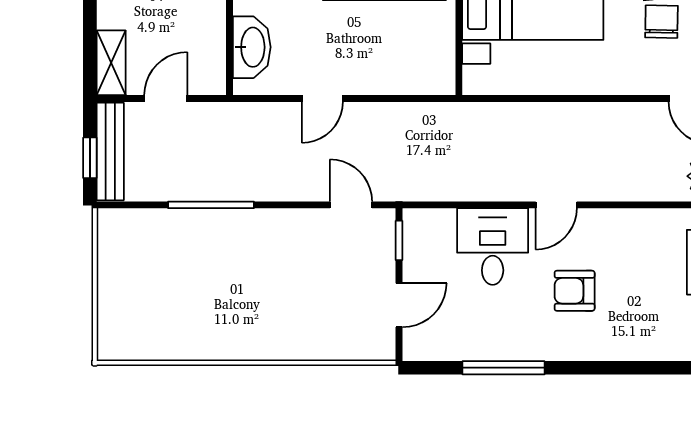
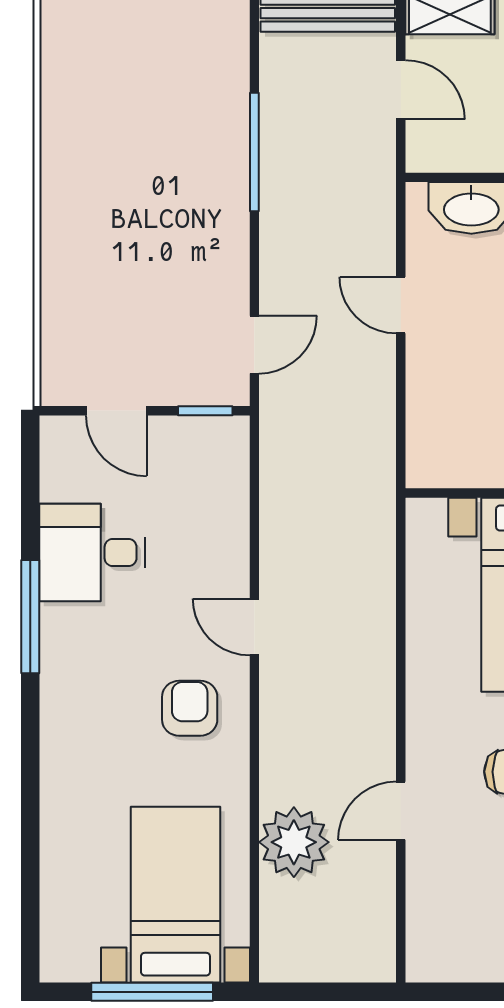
desk: (493, 246) -> (92, 553), moved, turned 180
armchair: (575, 291) -> (190, 708), moved
window: (503, 368) -> (30, 617), moved

